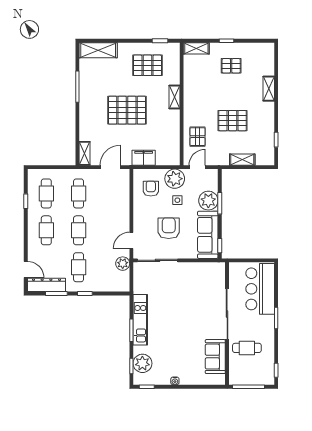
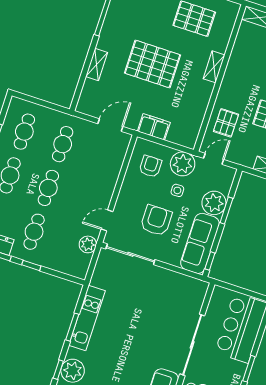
shelving: (85, 153) -> (97, 65), moved

